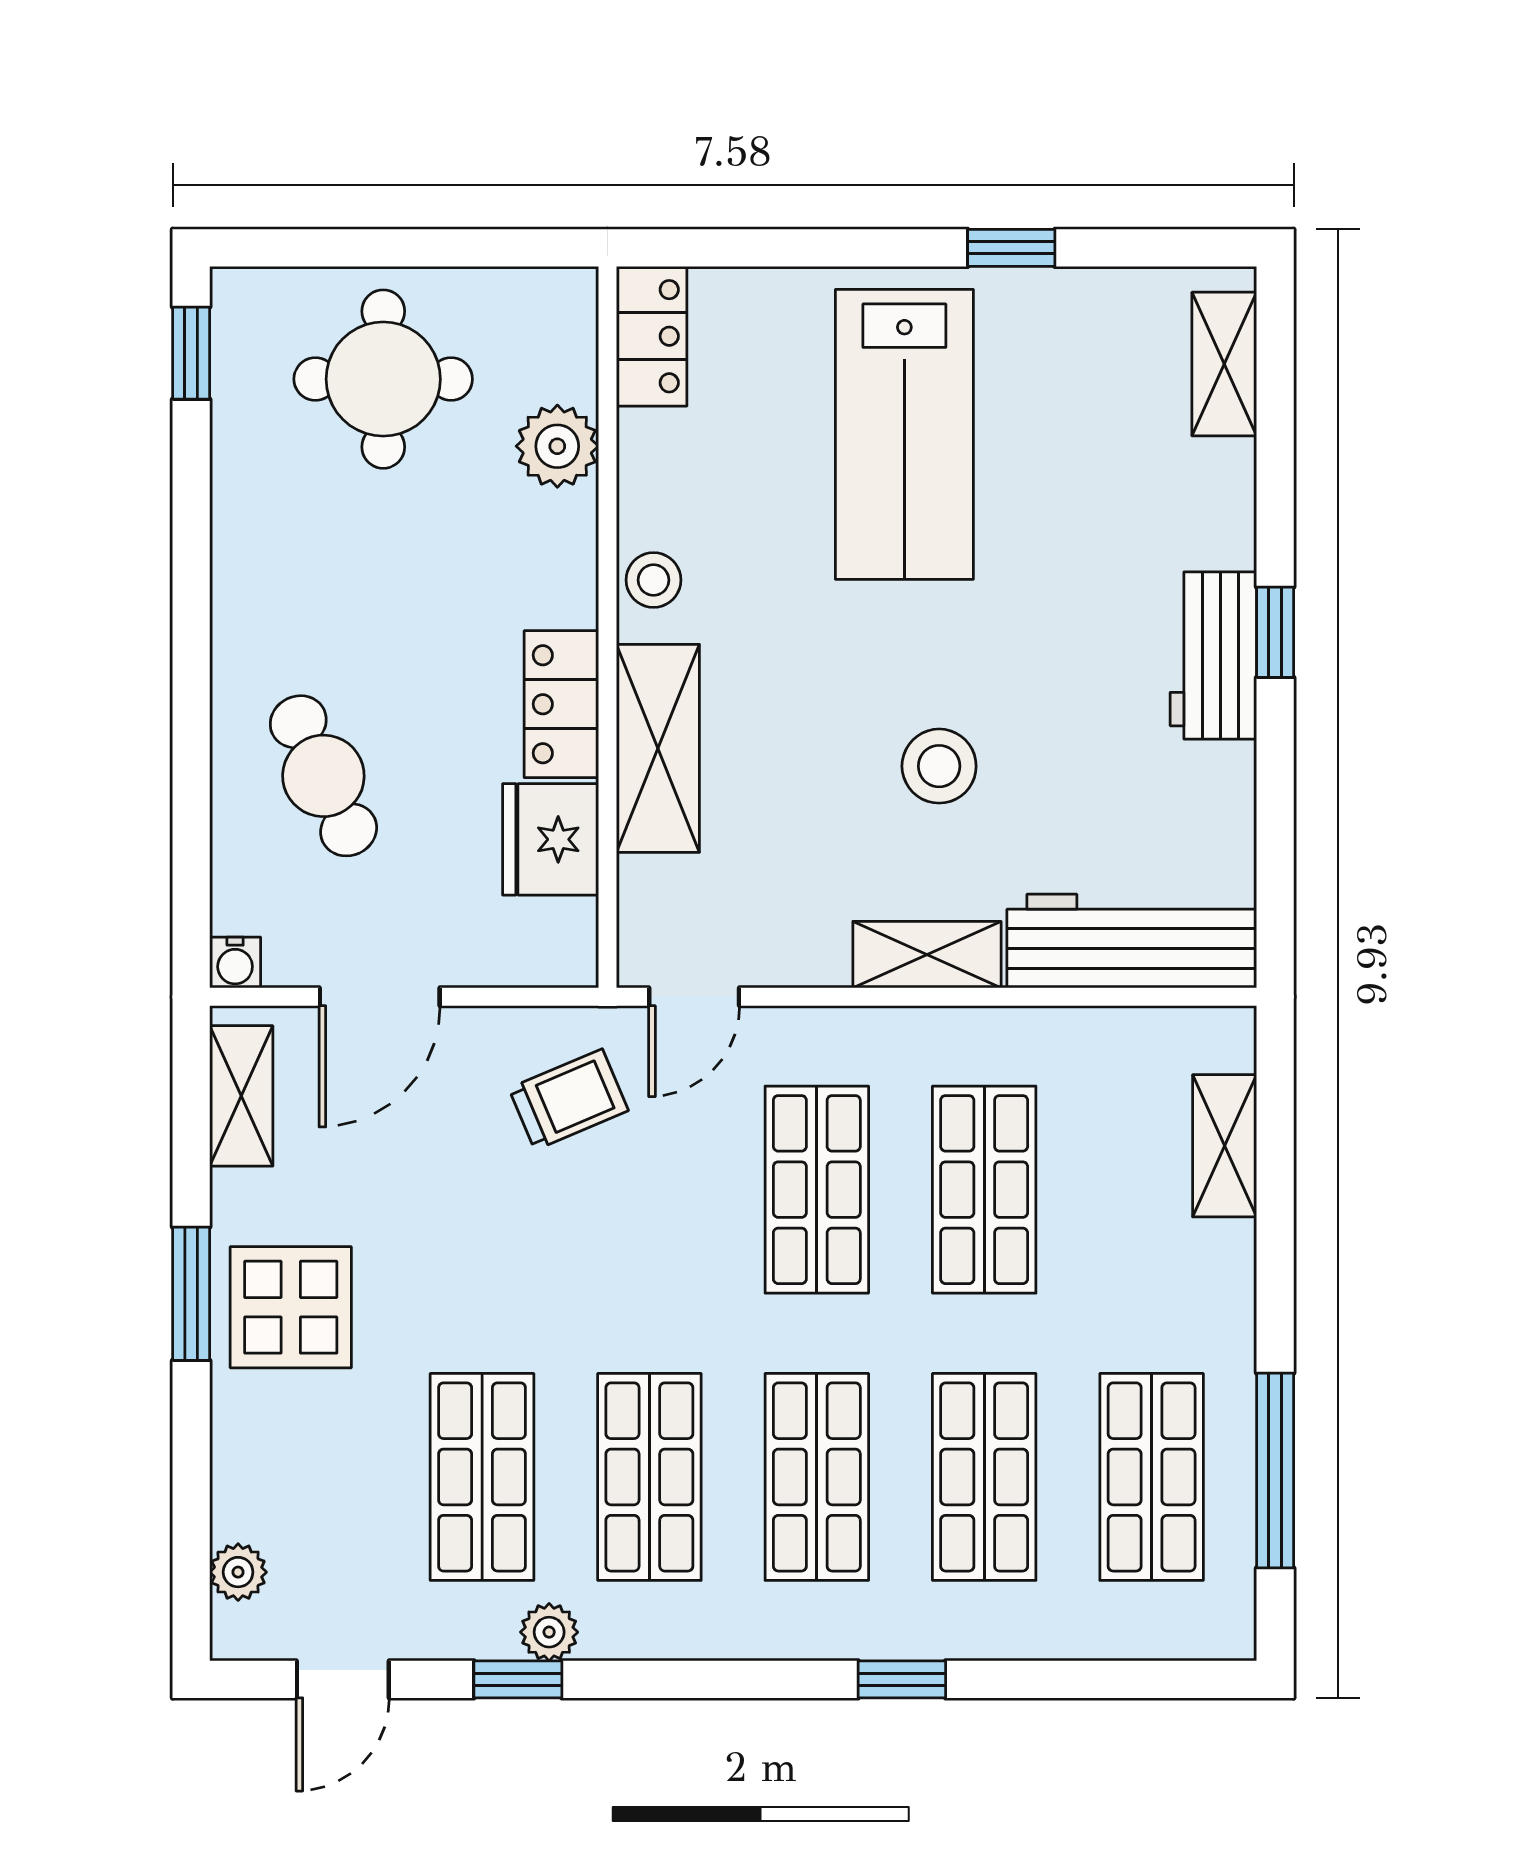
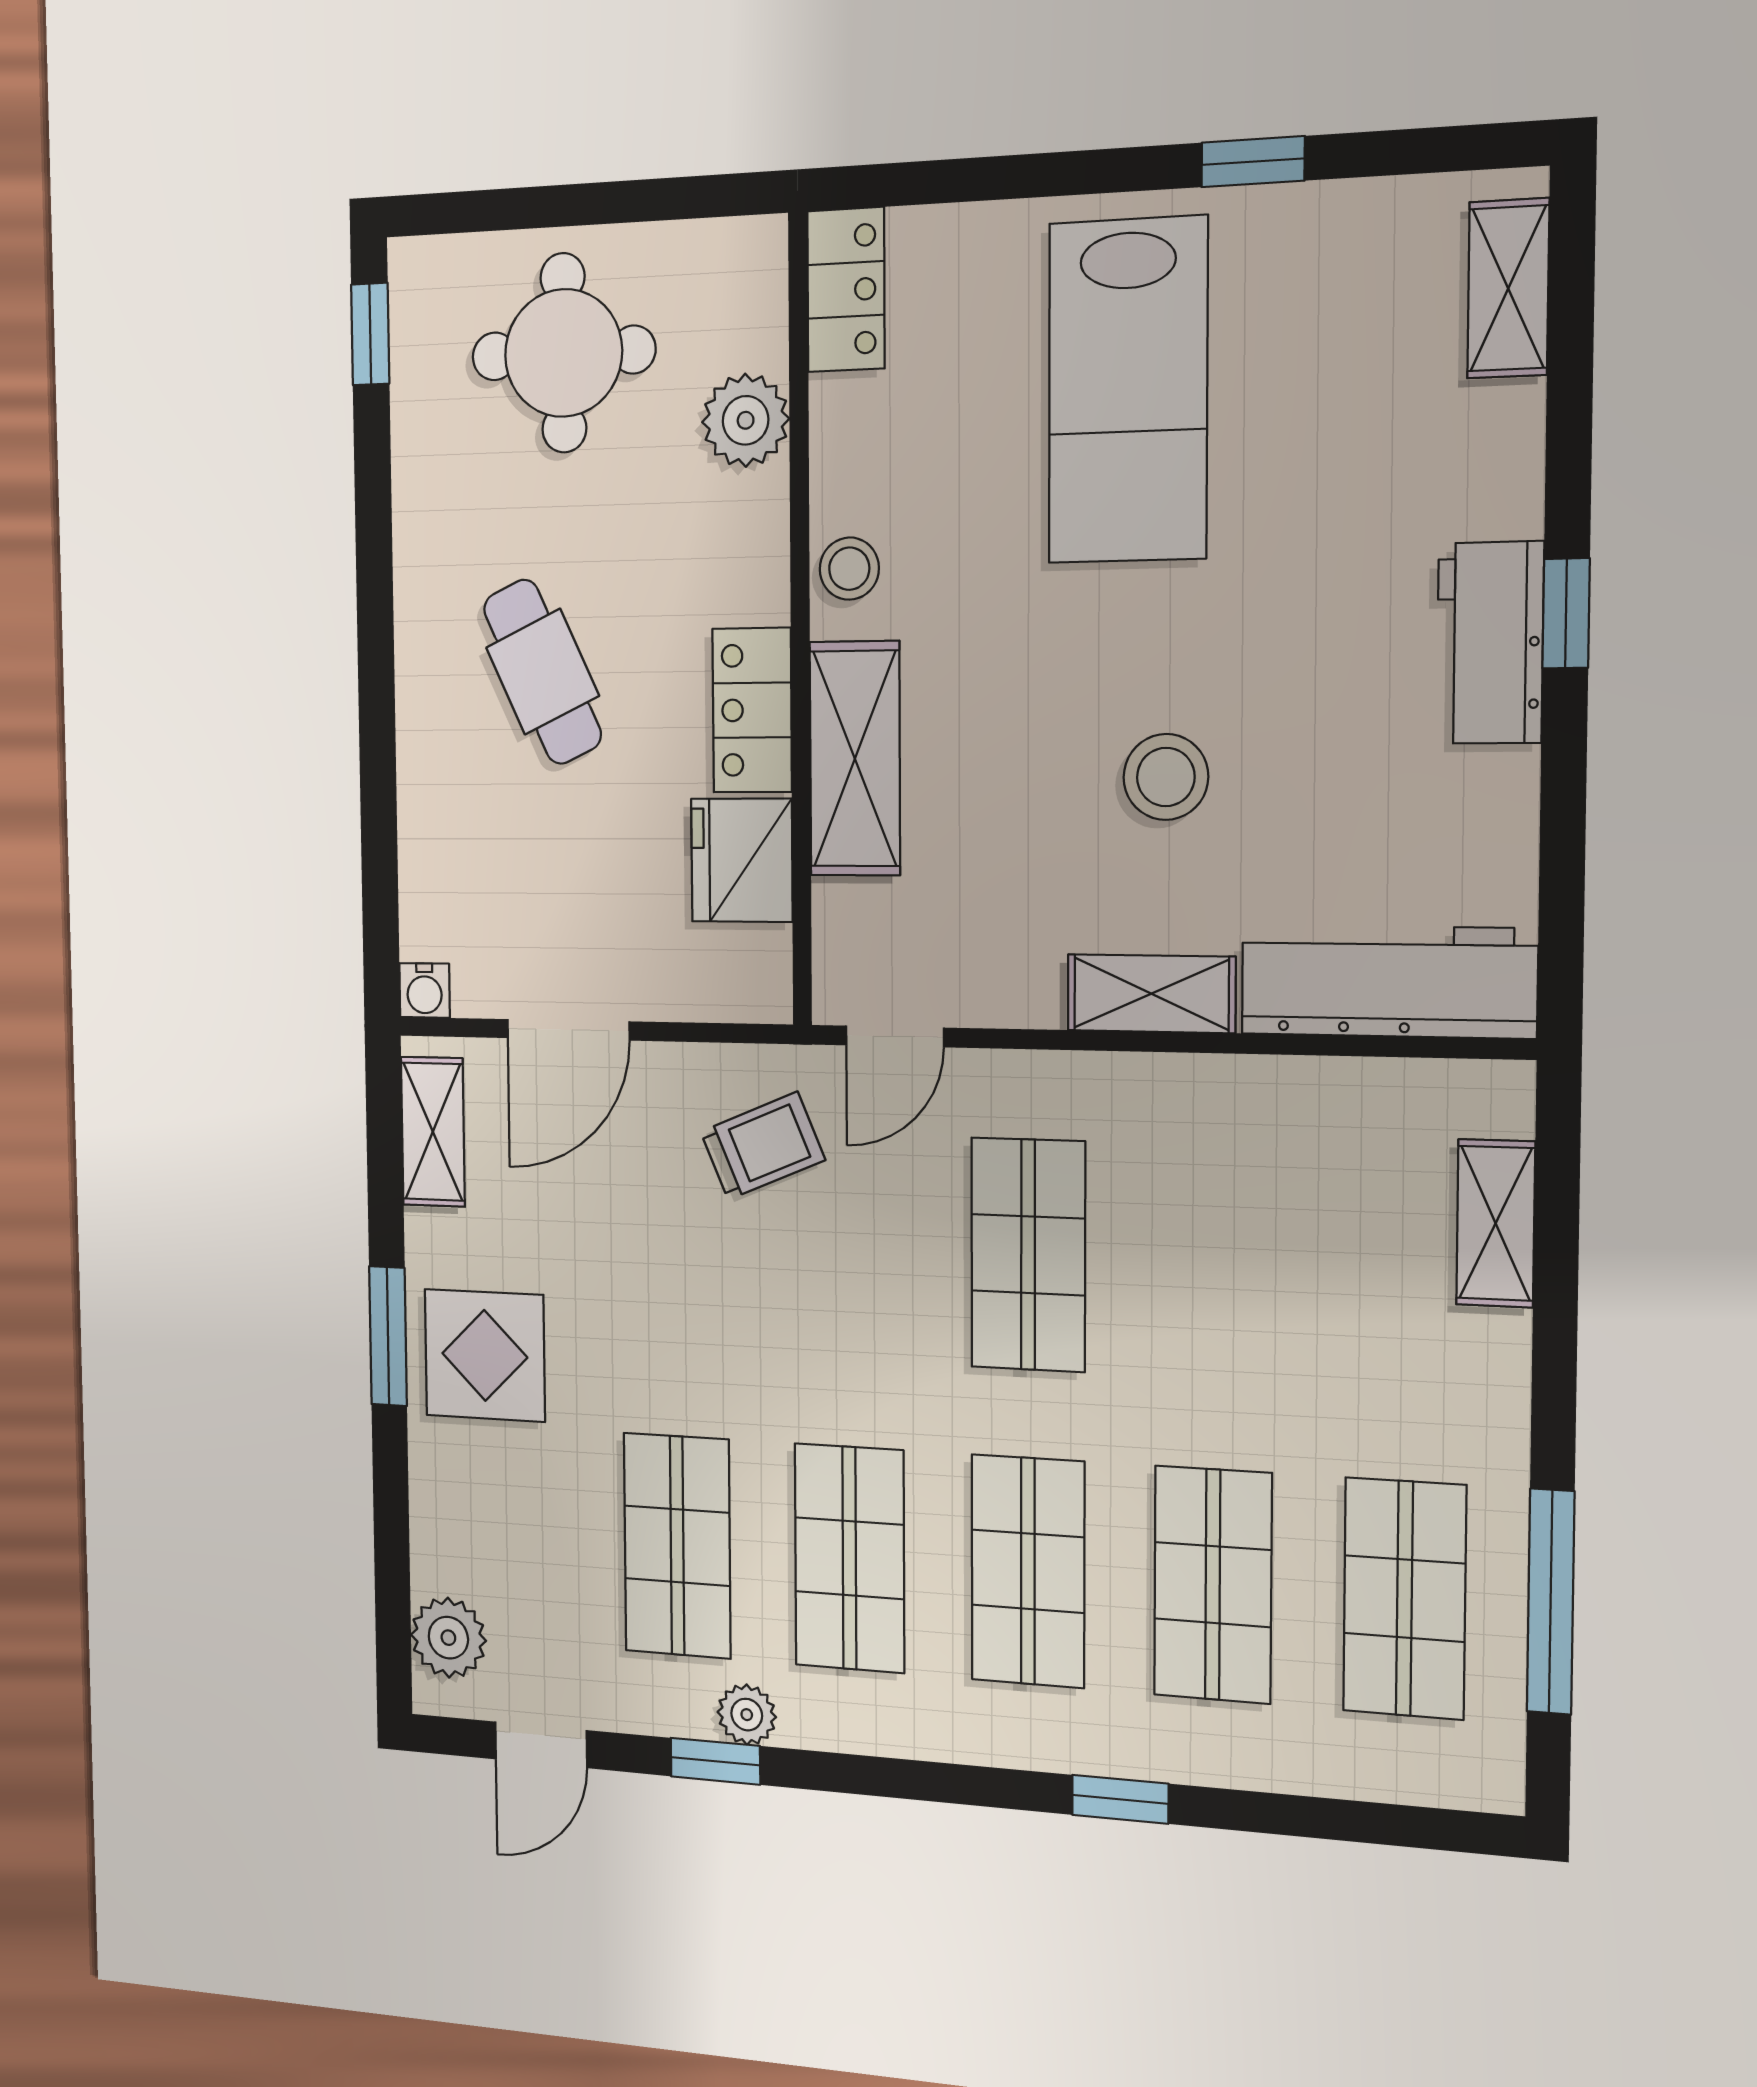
cafe table: (323, 776) -> (542, 672), moved
shop shelf: (984, 1190) -> (1215, 1263), removed
plant: (238, 1572) -> (448, 1638), width x1.38, depth x1.38

